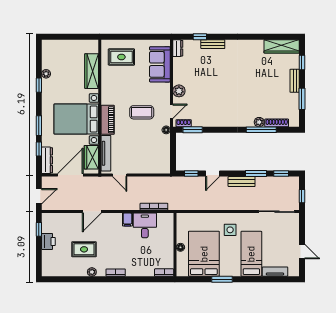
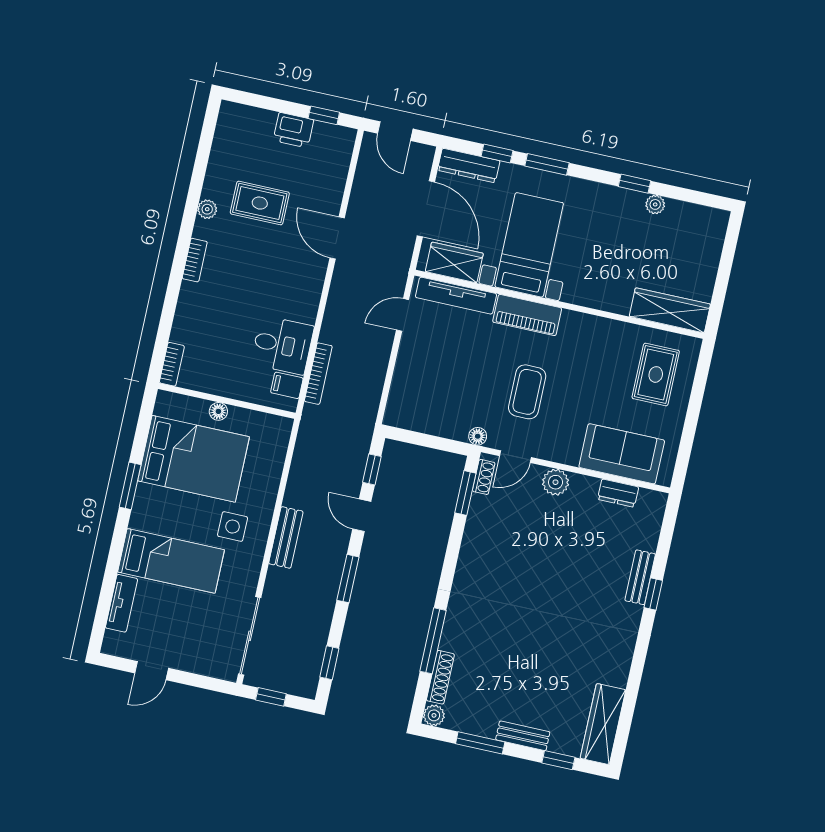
window: (200, 37) -> (653, 594), moved
dresser: (178, 48) -> (618, 493), moved
wardrobe: (92, 71) -> (670, 310), moved
door: (172, 111) -> (515, 457), hinge flipped
bed with nightstands: (76, 119) -> (529, 245), width x0.73
plant: (259, 122) -> (434, 715), moved
window: (256, 174) -> (348, 579), moved
bench: (242, 182) -> (286, 537), moved
filing cabinet: (127, 219) -> (287, 385), moved
rug: (84, 249) -> (260, 203), turned 90

